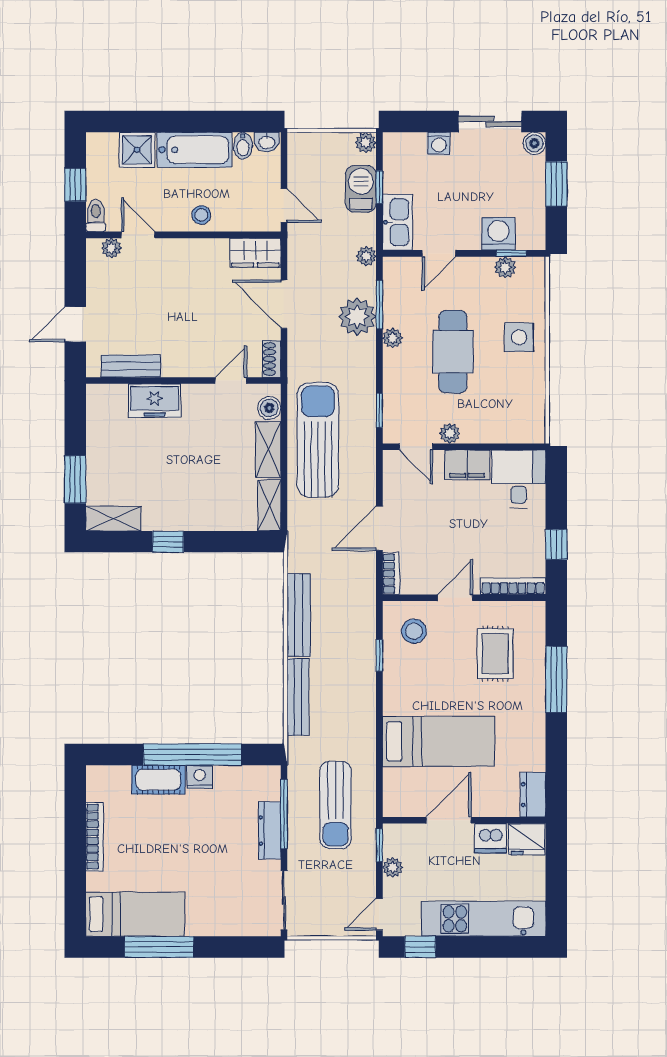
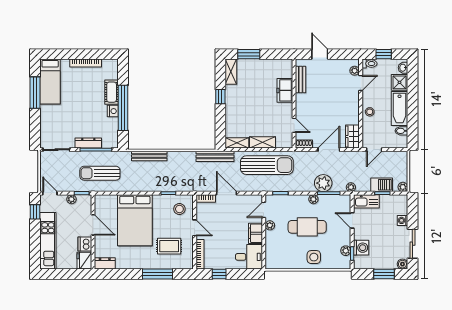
washbasin: (267, 142) -> (403, 68), moved
boiler: (269, 408) -> (281, 143), removed
bench: (299, 615) -> (215, 156), moved
bed: (439, 741) -> (135, 220), width x1.50

